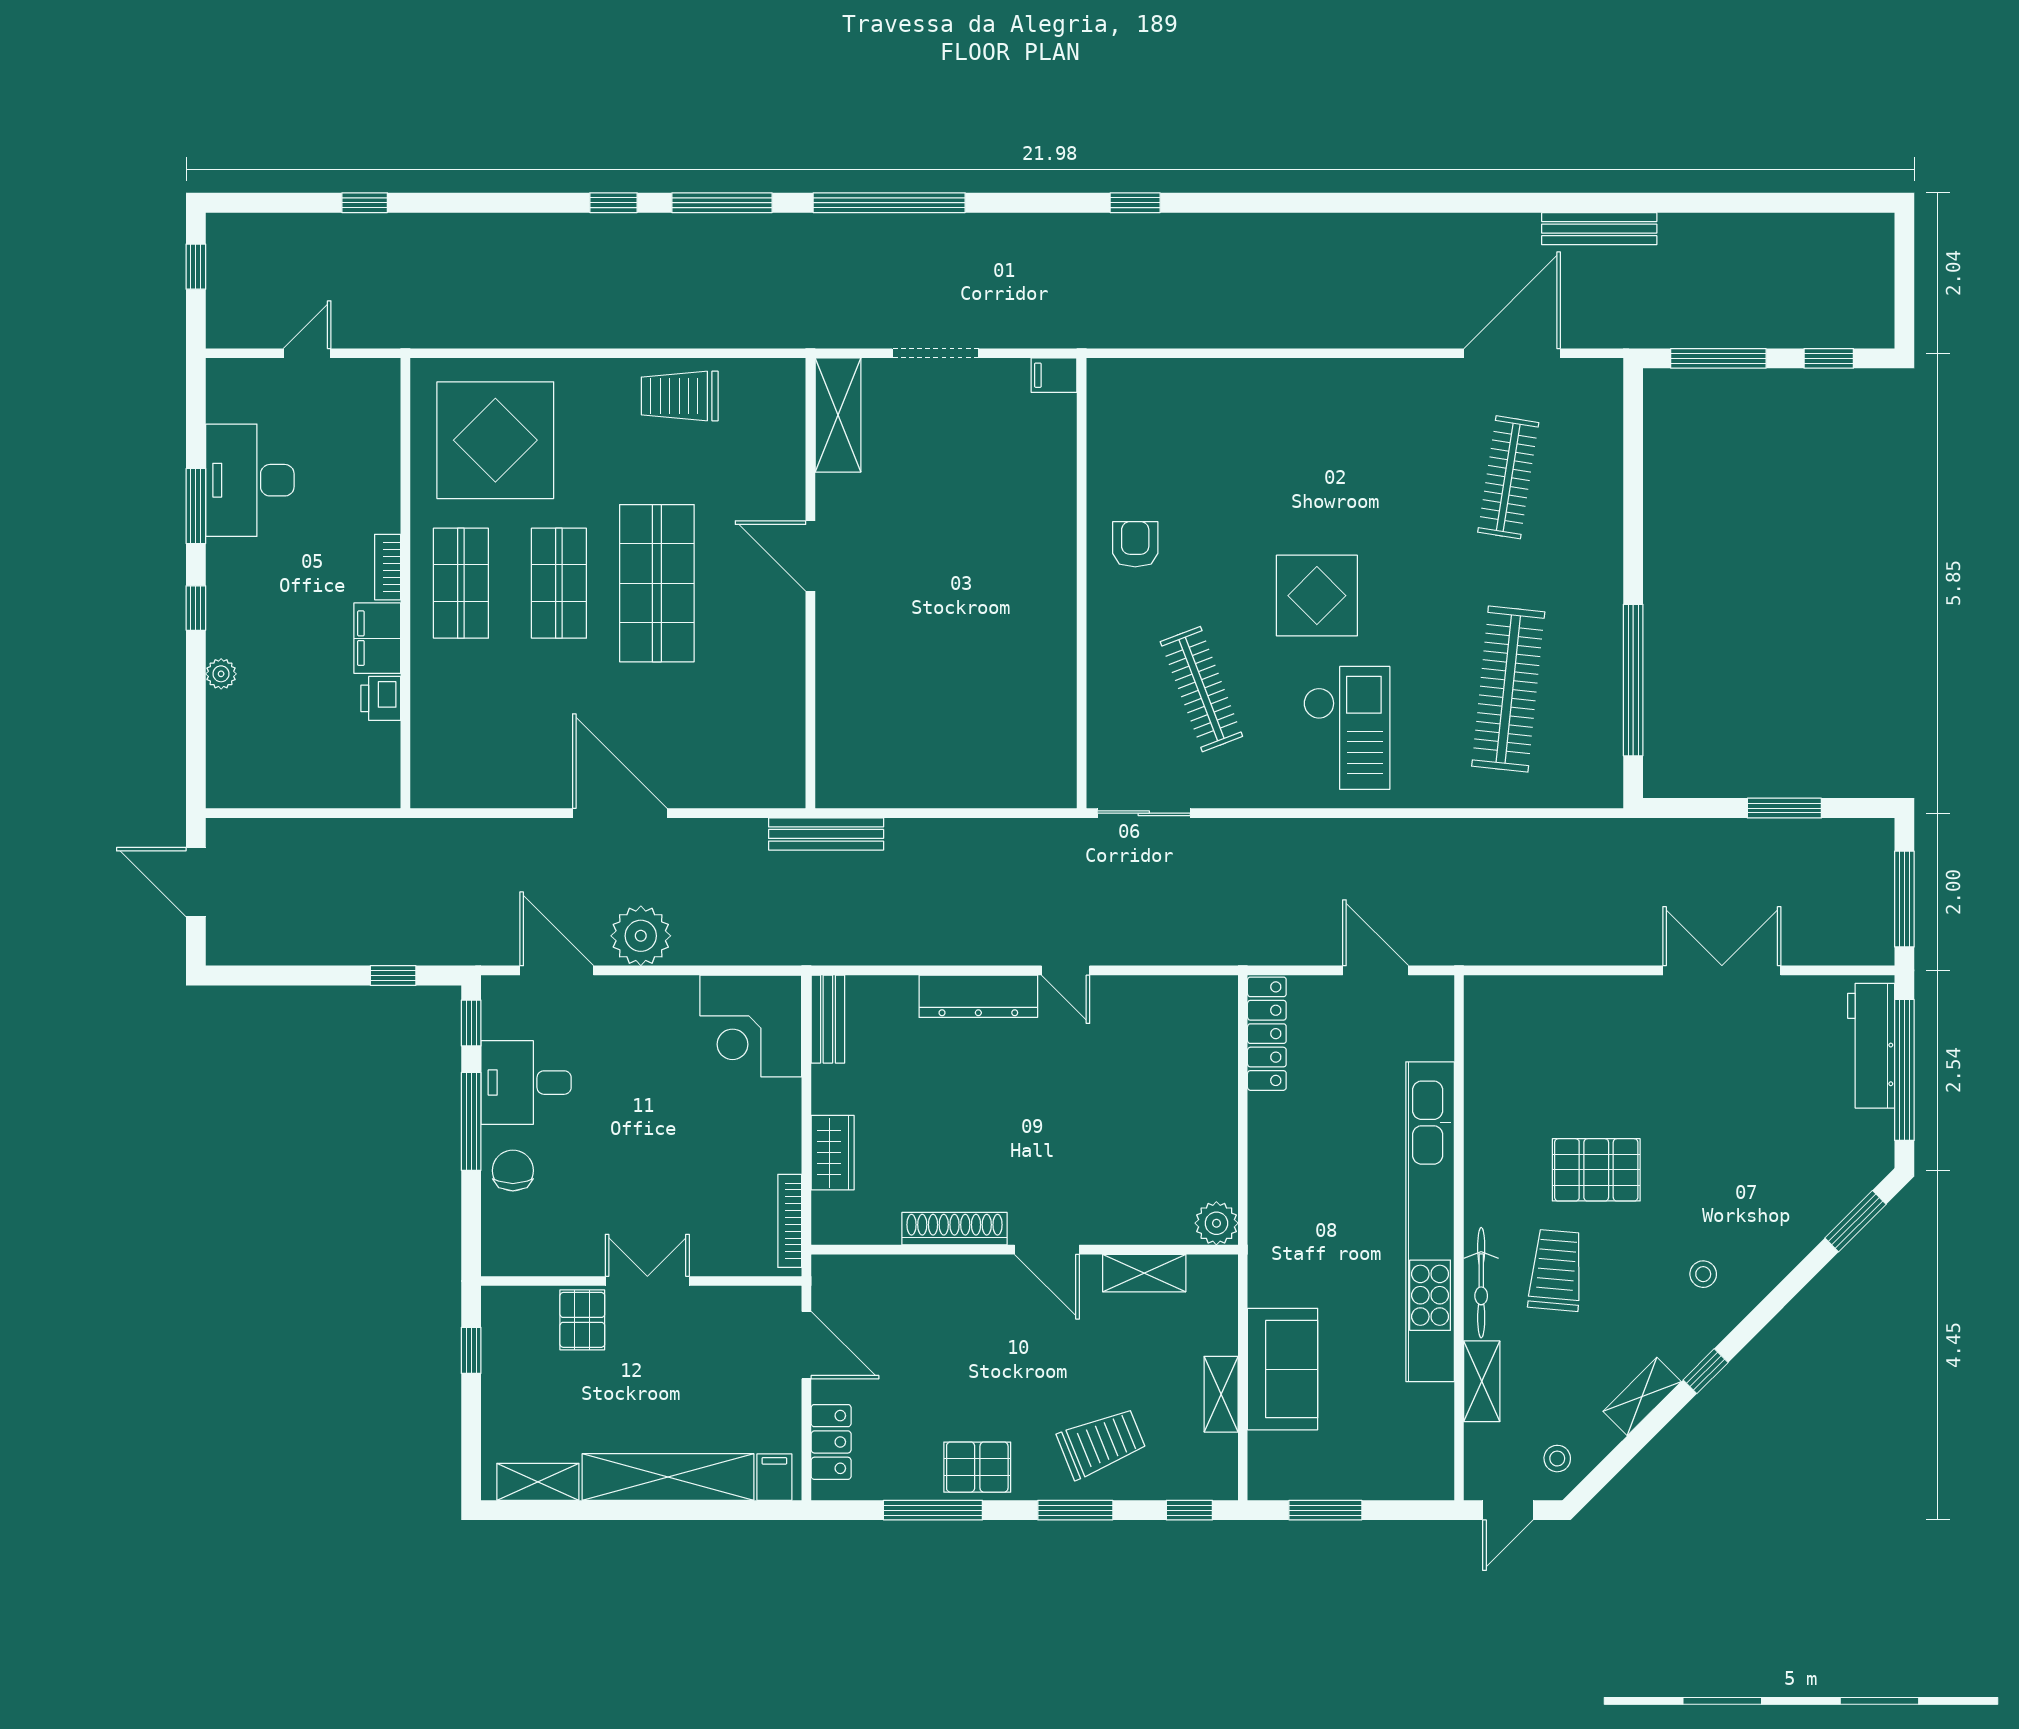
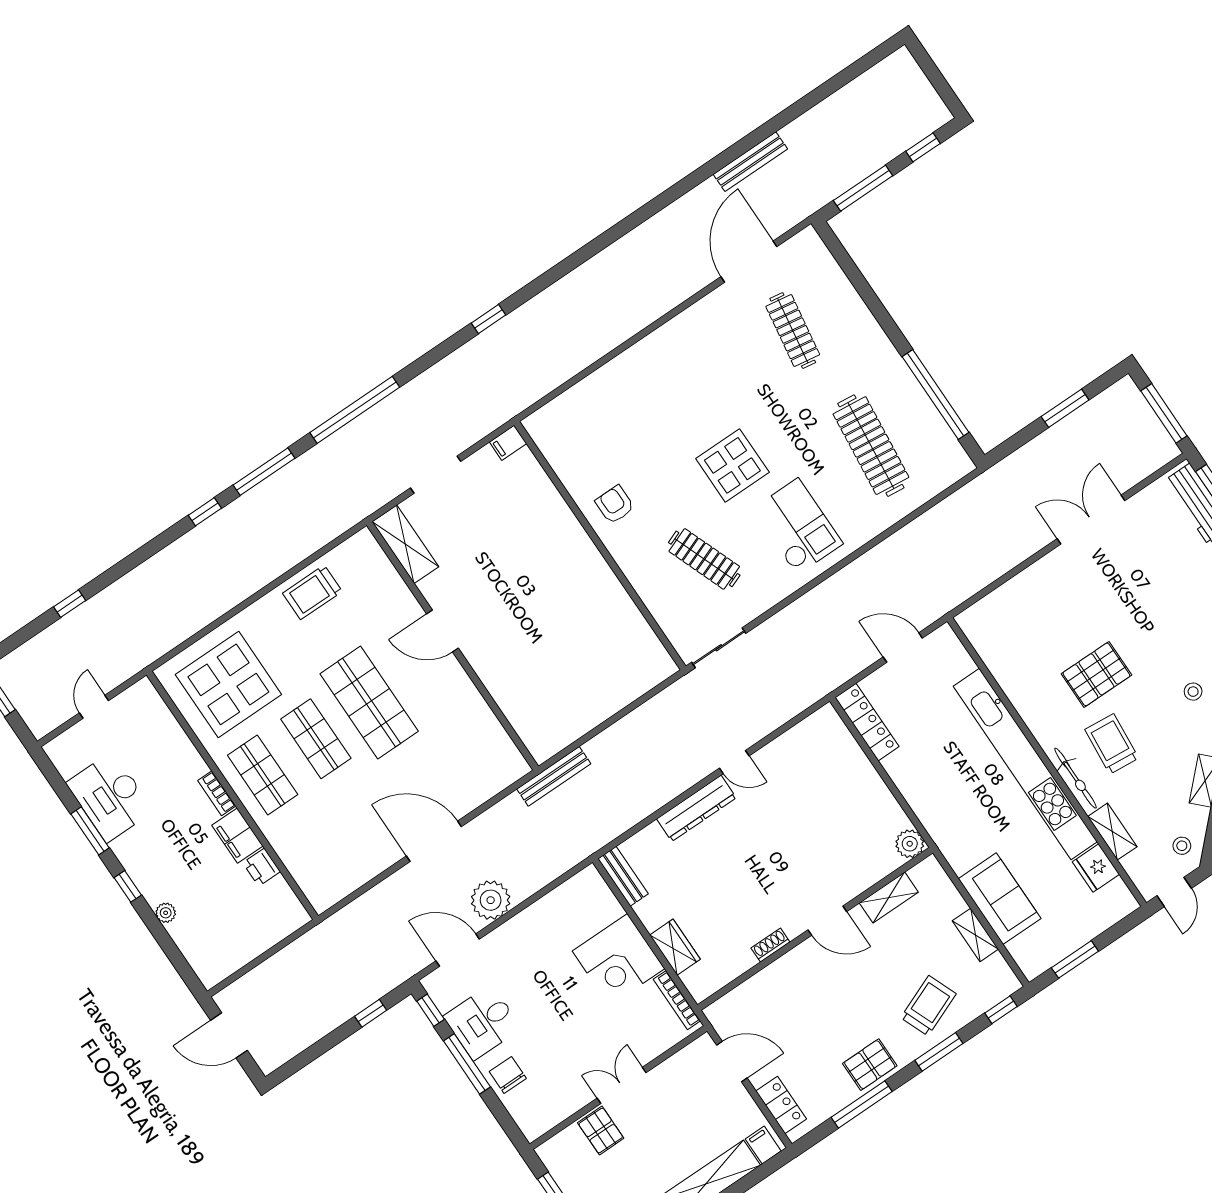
corner desk: (751, 1026) -> (619, 960), moved
shoe rack: (955, 1229) -> (770, 945), width x0.51, depth x0.81
fridge: (1430, 1413) -> (1096, 868), added

